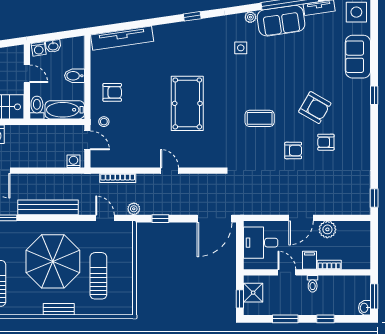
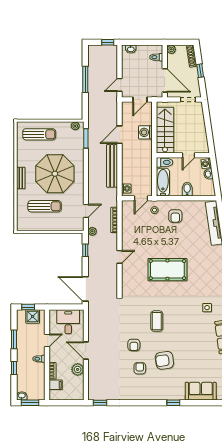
armchair: (315, 108) -> (164, 360), turned 52
bench: (48, 207) -> (112, 166), moved
filing cabinet: (309, 260) -> (56, 385), moved

